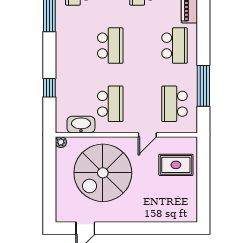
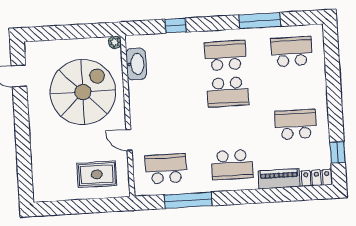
school desk: (110, 104) -> (225, 55), moved, turned 180
rug: (176, 165) -> (97, 174), turned 90
spiral stairs: (103, 173) -> (83, 92), turned 90

